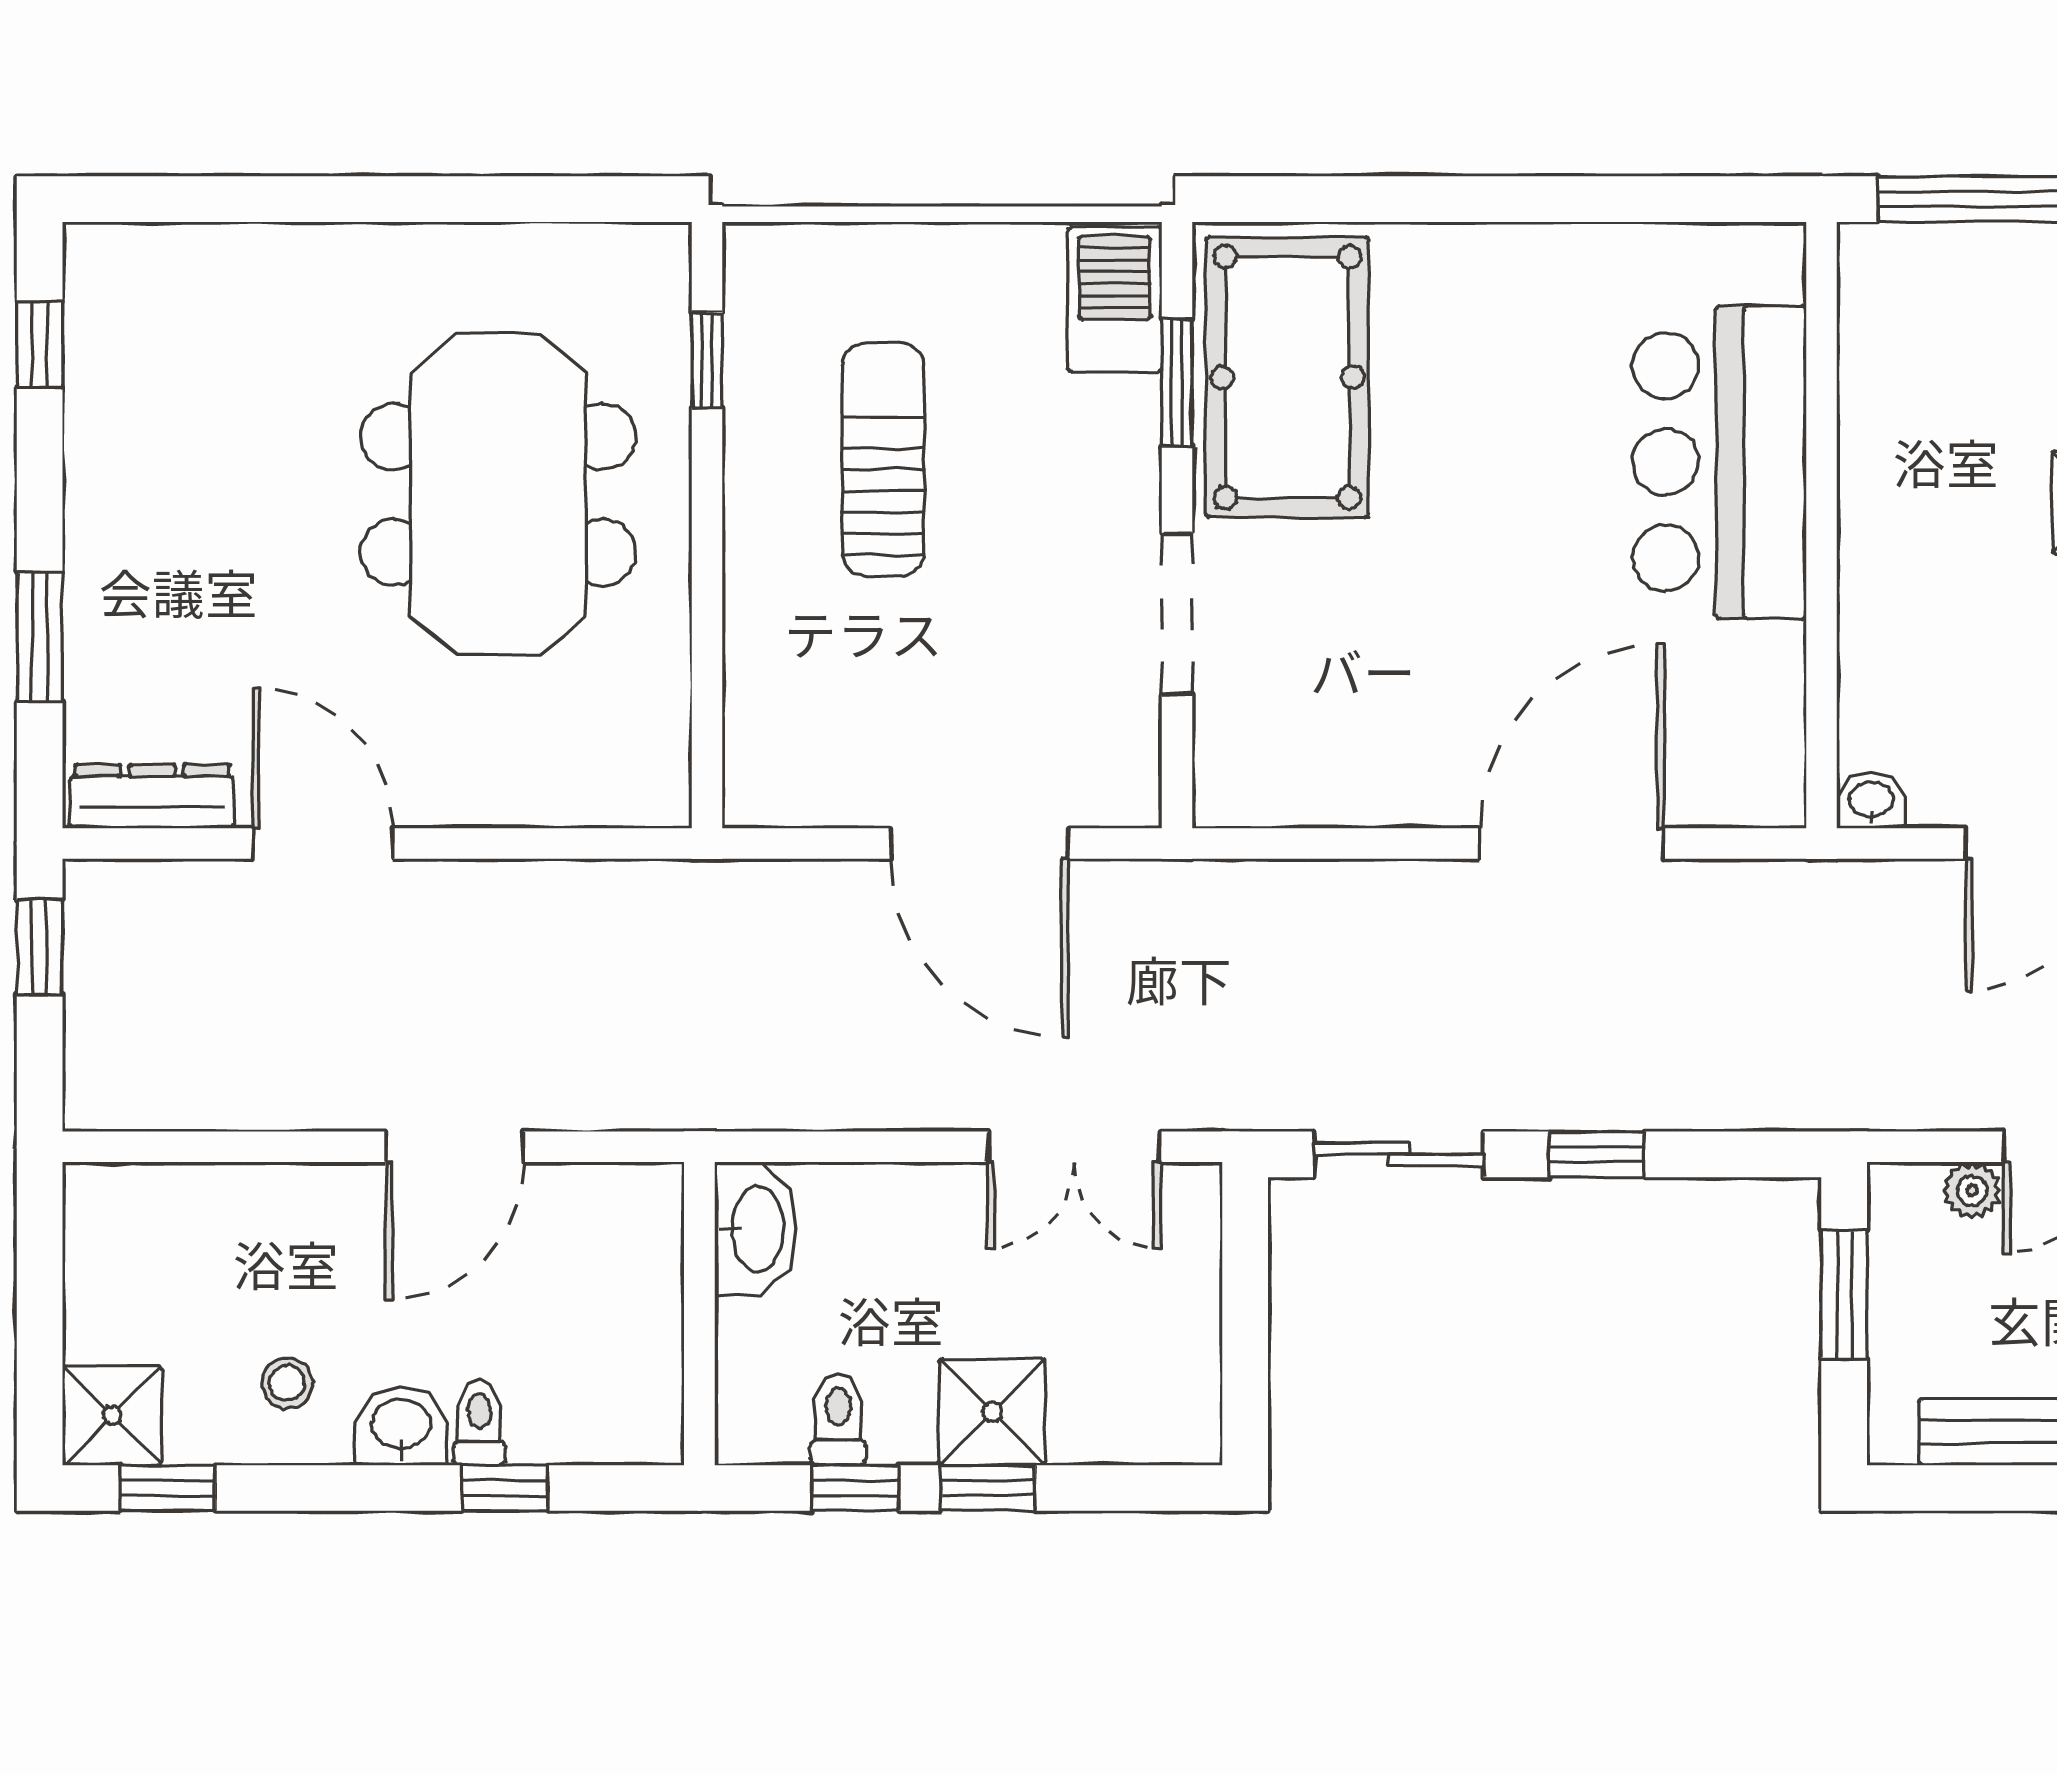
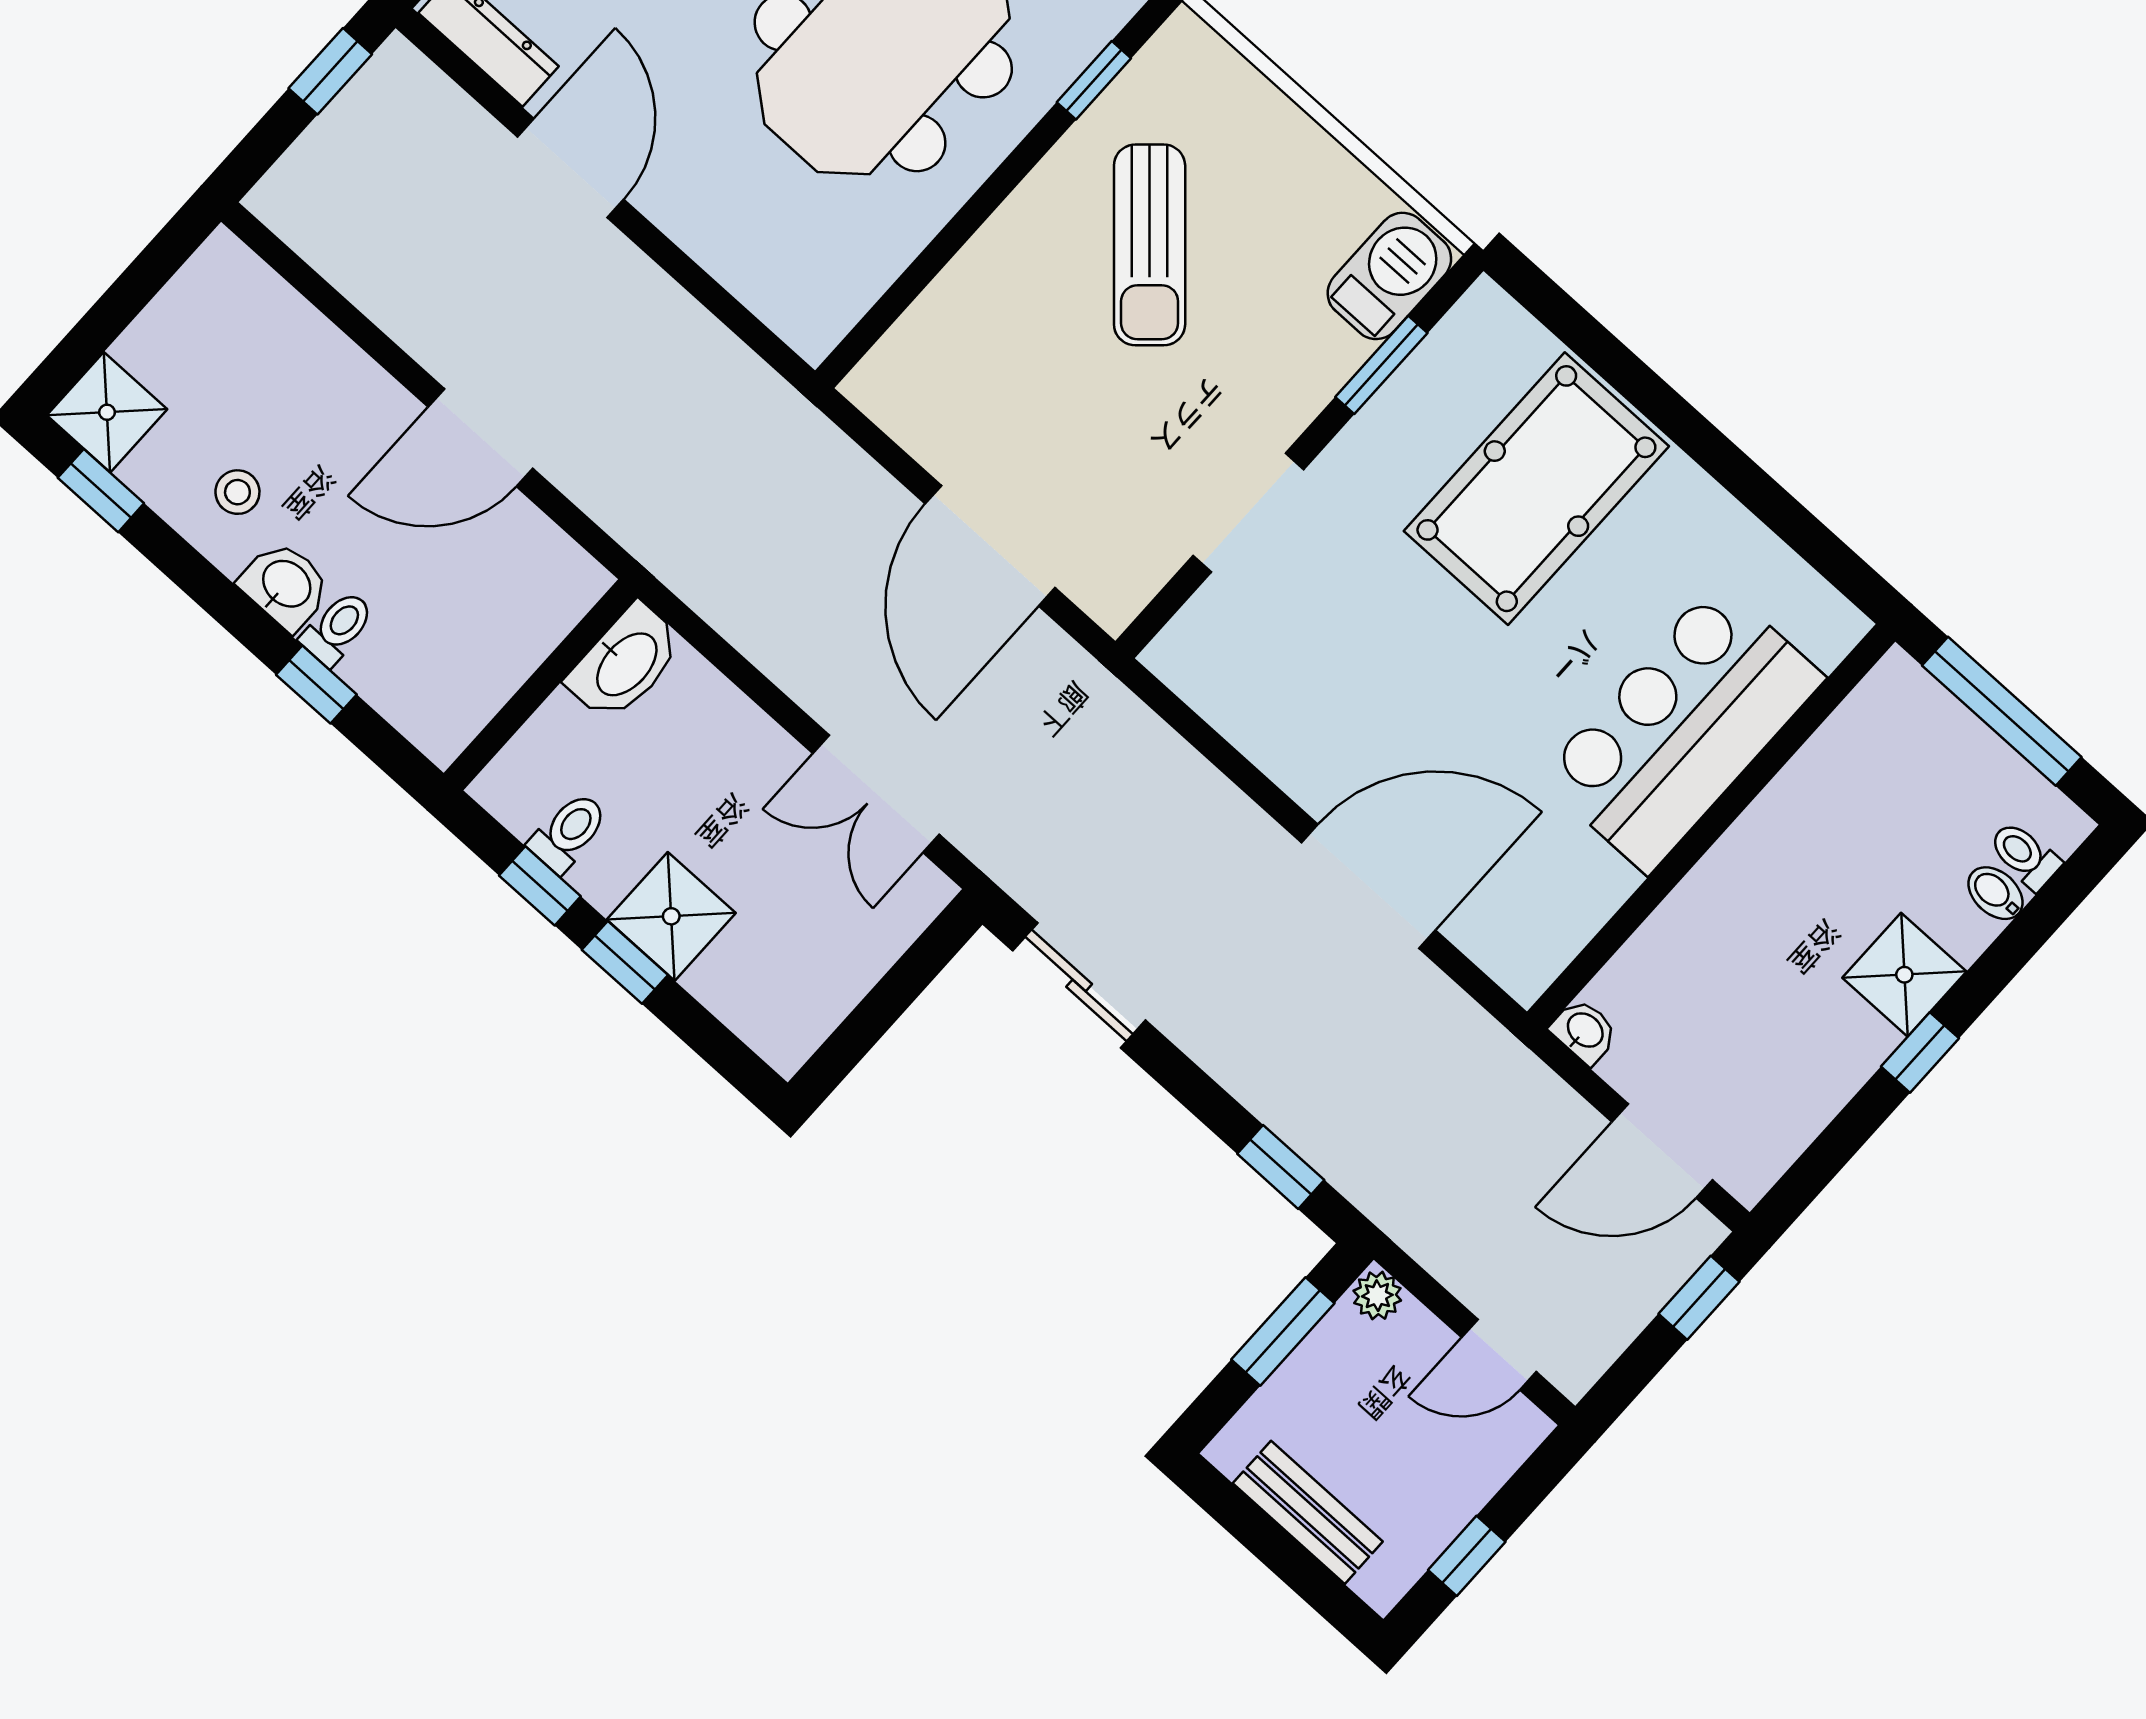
pool table: (1287, 377) -> (1536, 489), moved
sun lounger: (883, 459) -> (1150, 245), turned 138
window: (1597, 1154) -> (1281, 1167), moved
plant: (1972, 1190) -> (1377, 1296), moved

